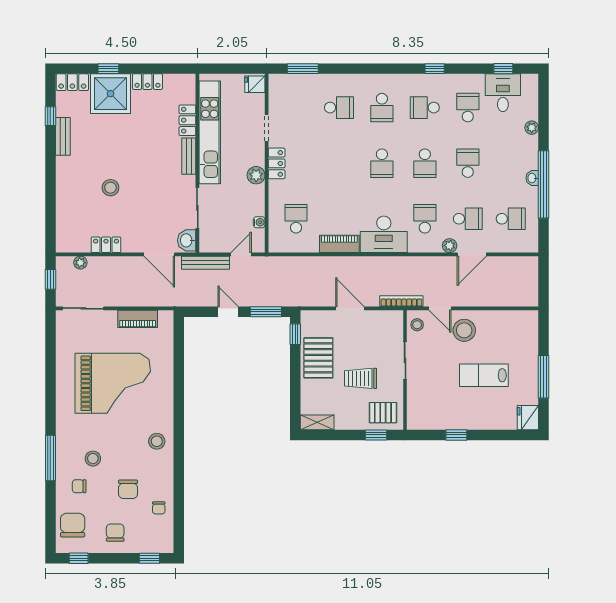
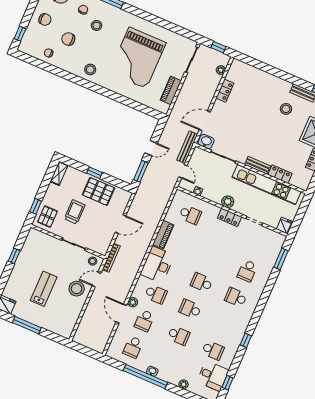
school desk: (425, 108) -> (224, 324), removed
stool: (110, 188) -> (286, 109), moved
window: (295, 334) -> (94, 173), moved

